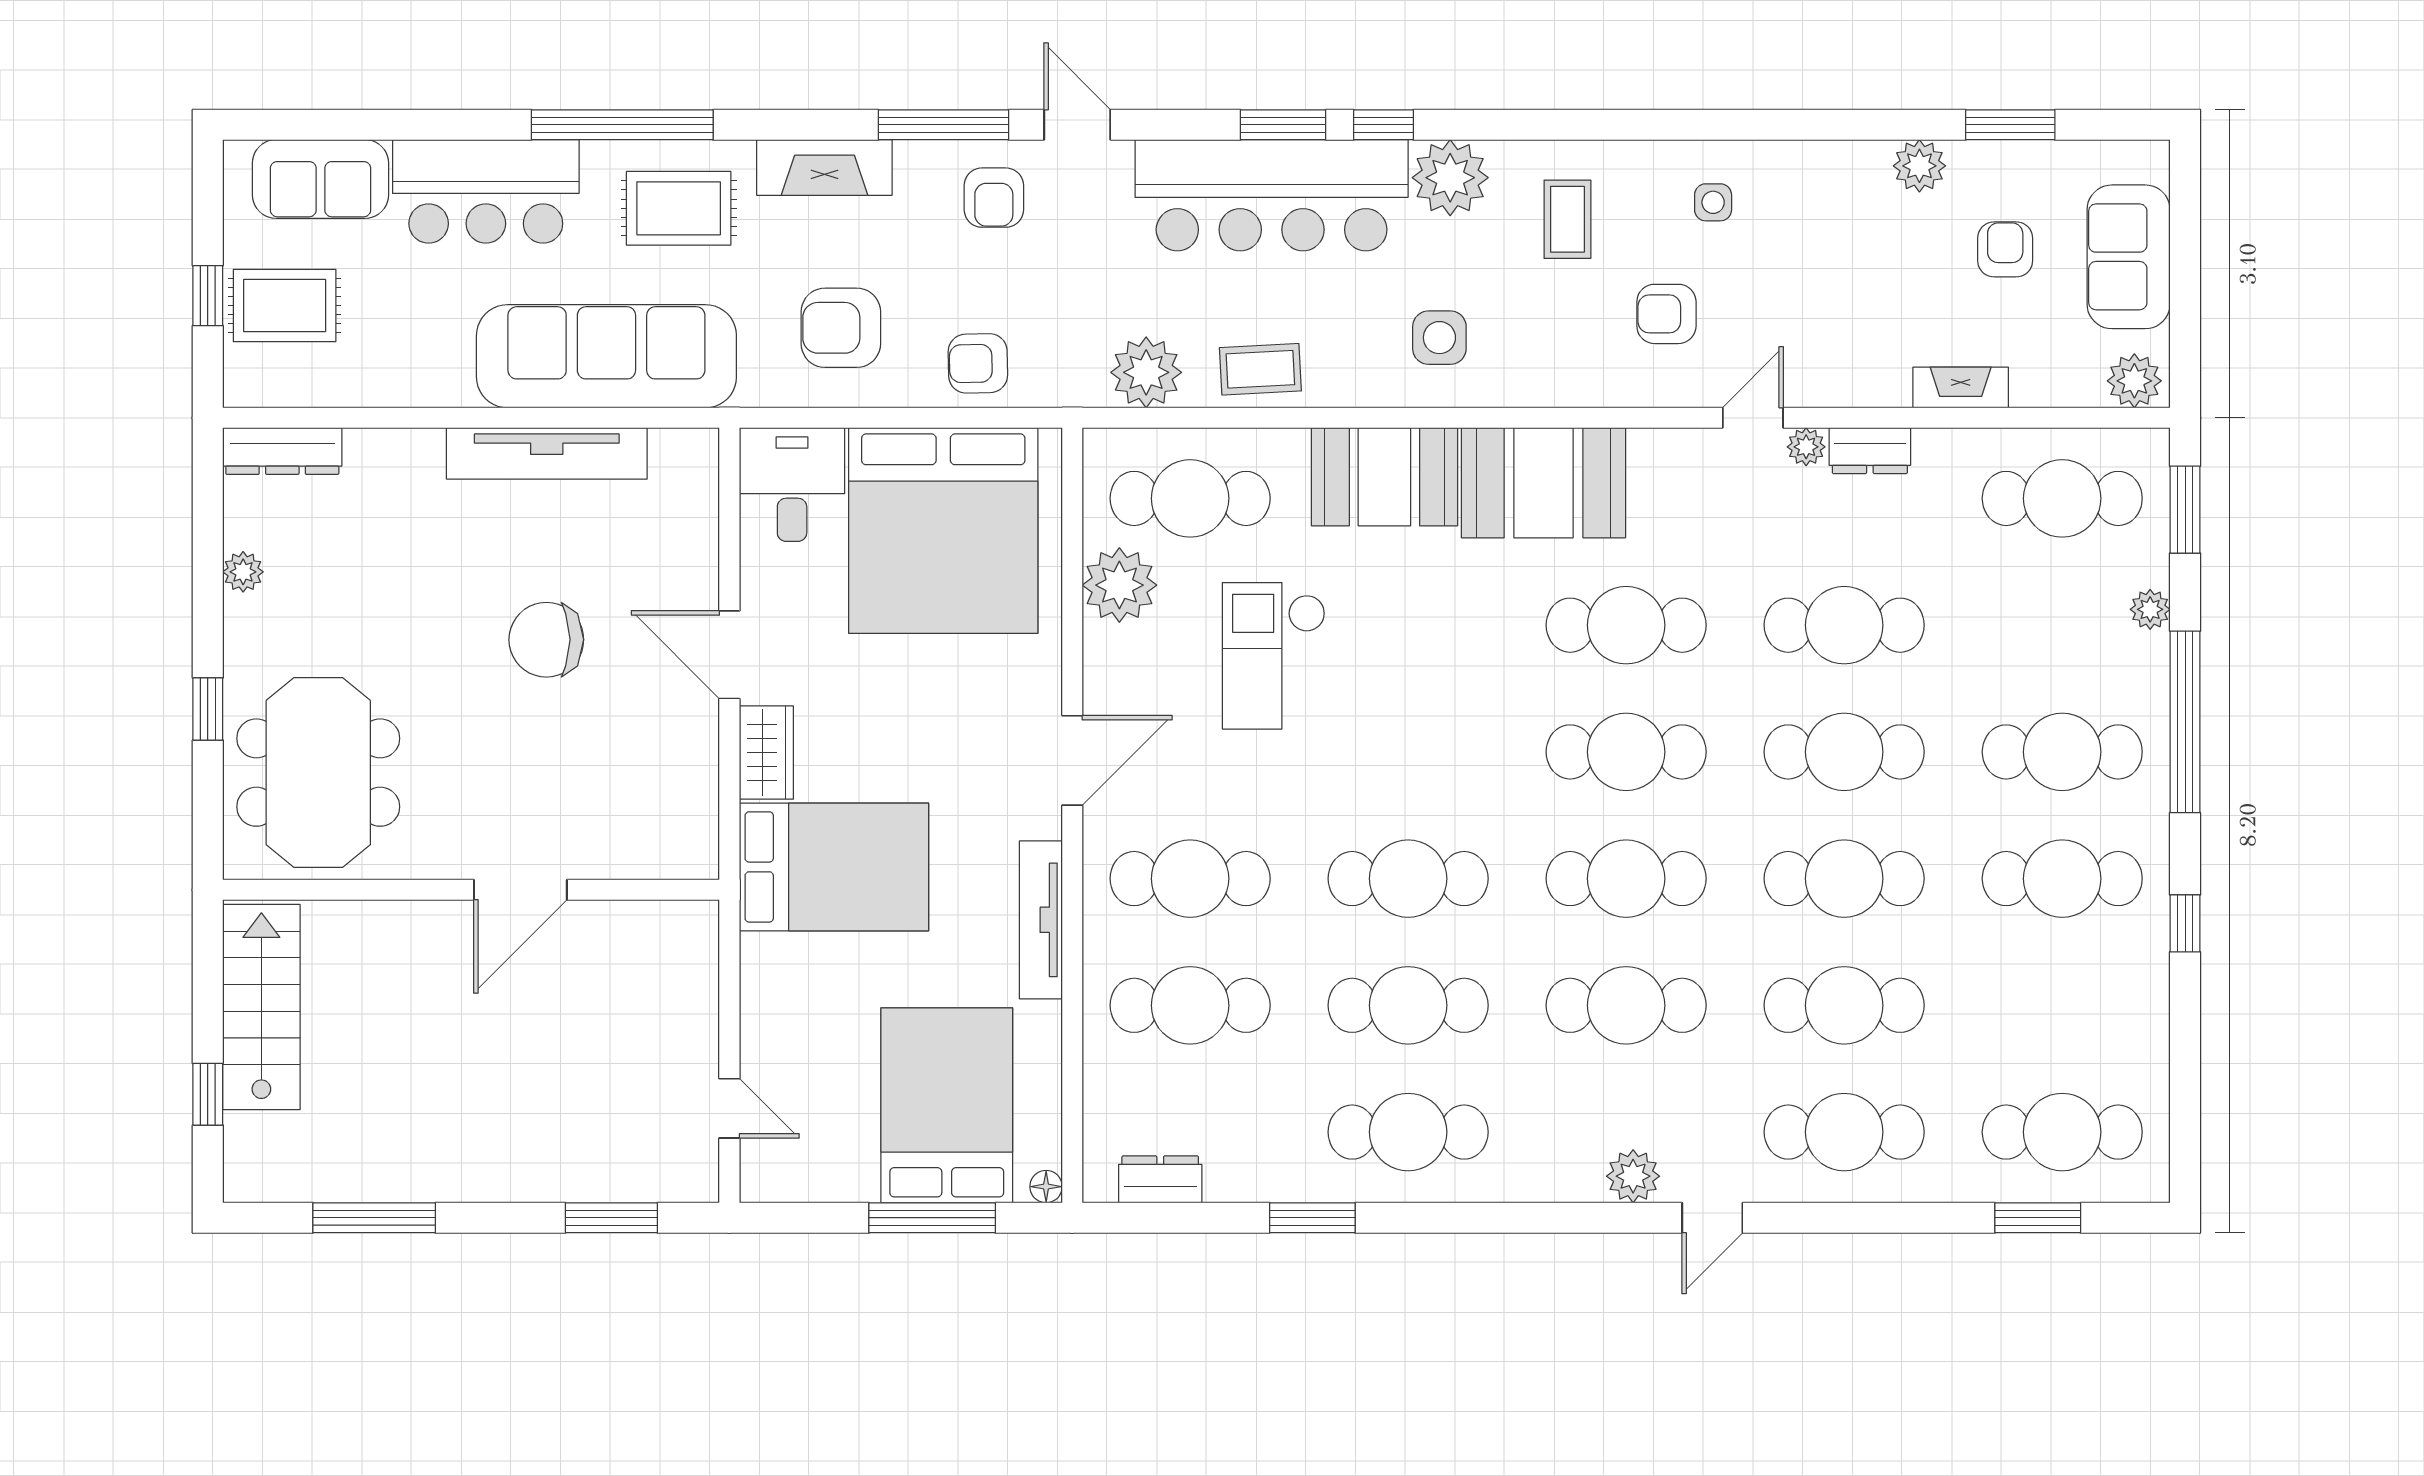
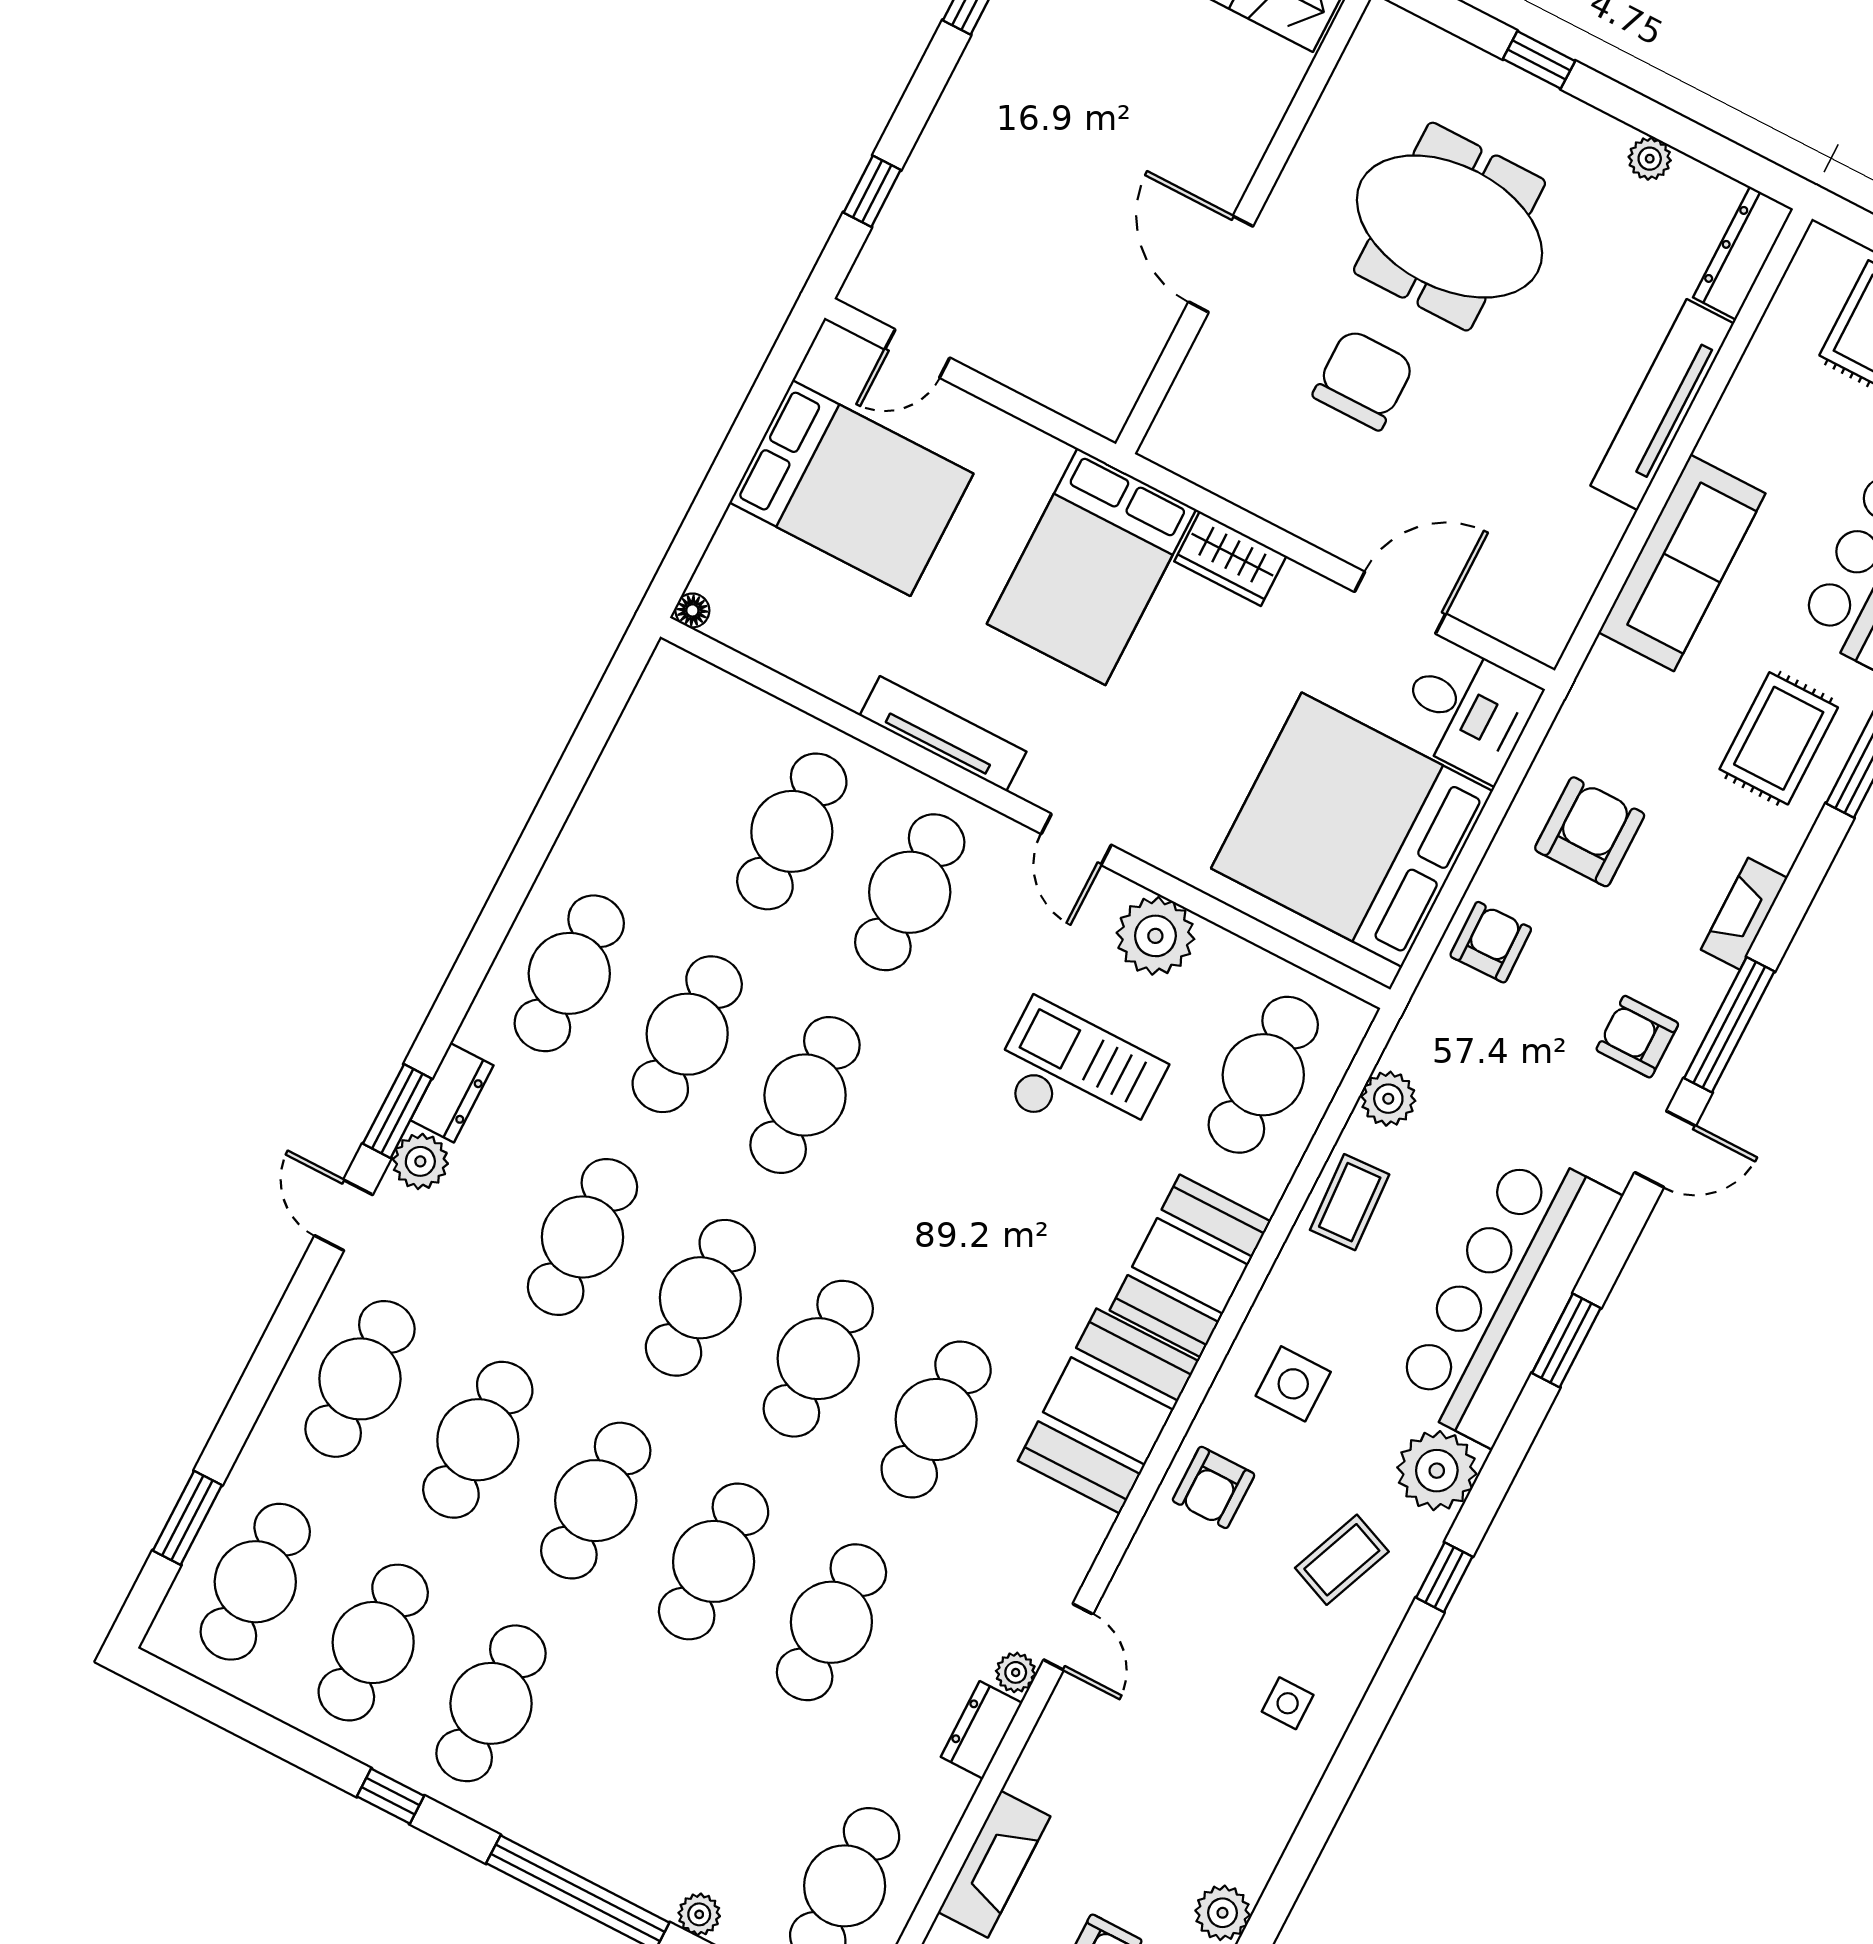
window: (1384, 125) -> (1444, 1577), moved
fireplace: (824, 167) -> (1744, 914), width x0.73, depth x0.76
coffee table: (1567, 219) -> (1342, 1560), turned -68
armchair: (1666, 314) -> (1214, 1487), moved, turned 180
sofa: (606, 356) -> (1682, 563), width x0.74, depth x0.79
plant: (1146, 372) -> (1388, 1099), width x0.73, depth x0.73
fireplace: (1961, 387) -> (994, 1864), width x1.37, depth x1.32
tv unit: (547, 453) -> (1662, 405), moved
plant: (1119, 585) -> (1155, 936), moved
chair: (546, 640) -> (1364, 380), moved
door: (729, 655) -> (1400, 603), moved
cafe table: (2062, 752) -> (373, 1643), moved
door: (1072, 760) -> (1076, 839), width x0.73
meeting table: (318, 773) -> (1449, 227), moved
bed: (947, 1105) -> (851, 488), moved
dresser: (1160, 1179) -> (452, 1093), moved
window: (611, 1218) -> (872, 191), width x0.67
window: (932, 1218) -> (718, 489), removed
window: (1312, 1218) -> (397, 1111), moved

